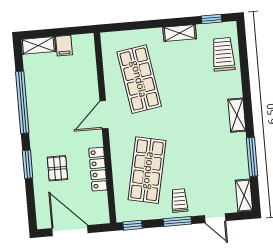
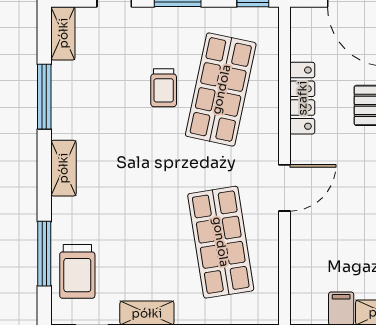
window: (244, 63) -> (44, 254), added
trolley: (179, 200) -> (164, 88), moved

